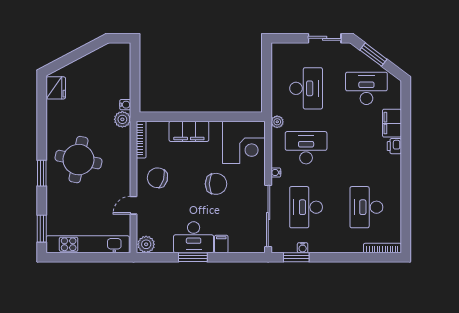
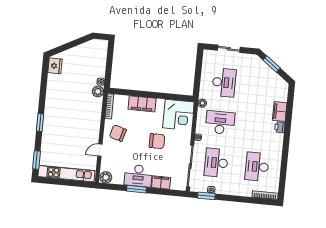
sliding door: (325, 38) -> (229, 49), moved
desk: (366, 88) -> (265, 86), removed
round table: (79, 160) -> (66, 116), removed
filing cabinet: (221, 244) -> (161, 182), width x2.00

